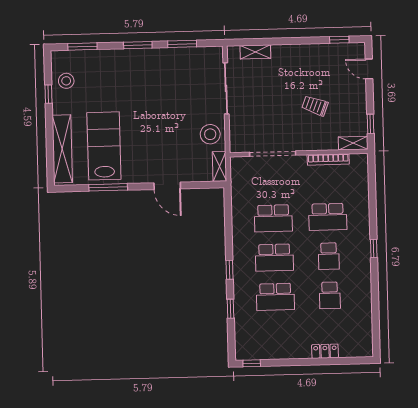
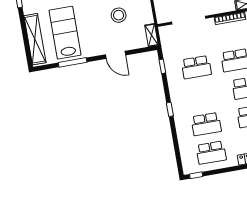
stool: (210, 134) -> (119, 15), moved
school desk: (274, 258) -> (211, 153), moved
window: (231, 309) -> (162, 66), moved

